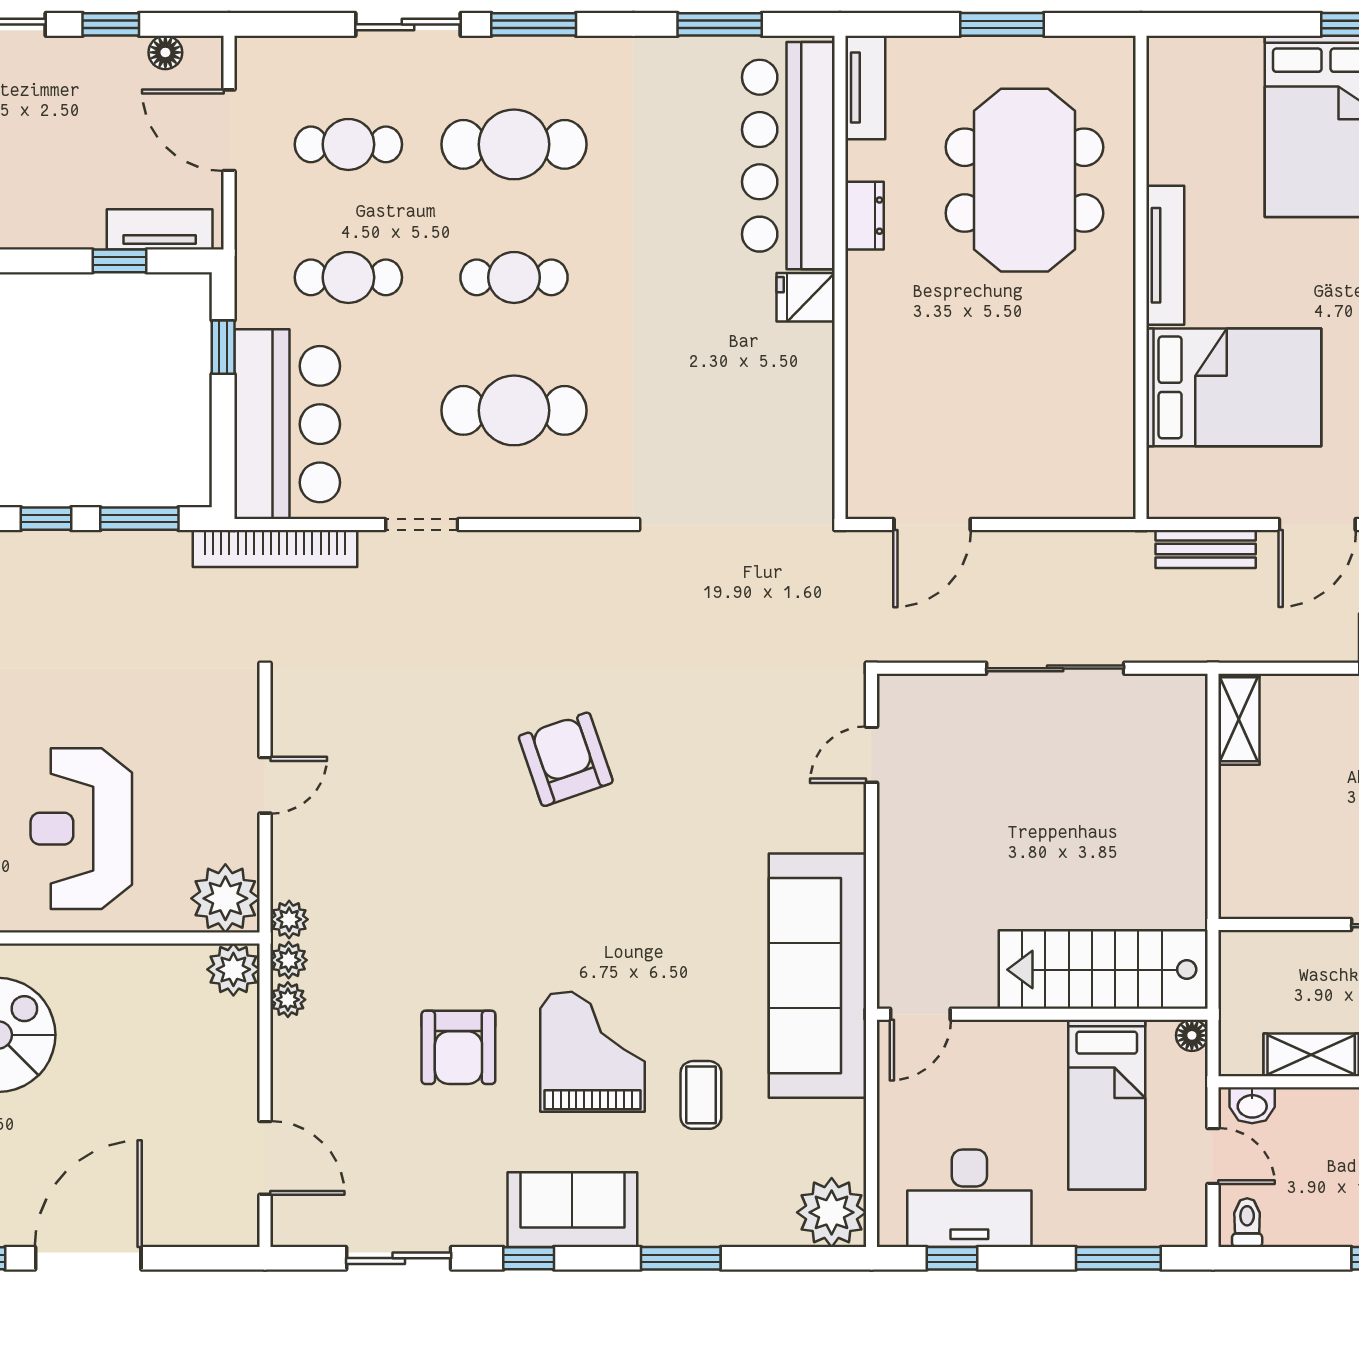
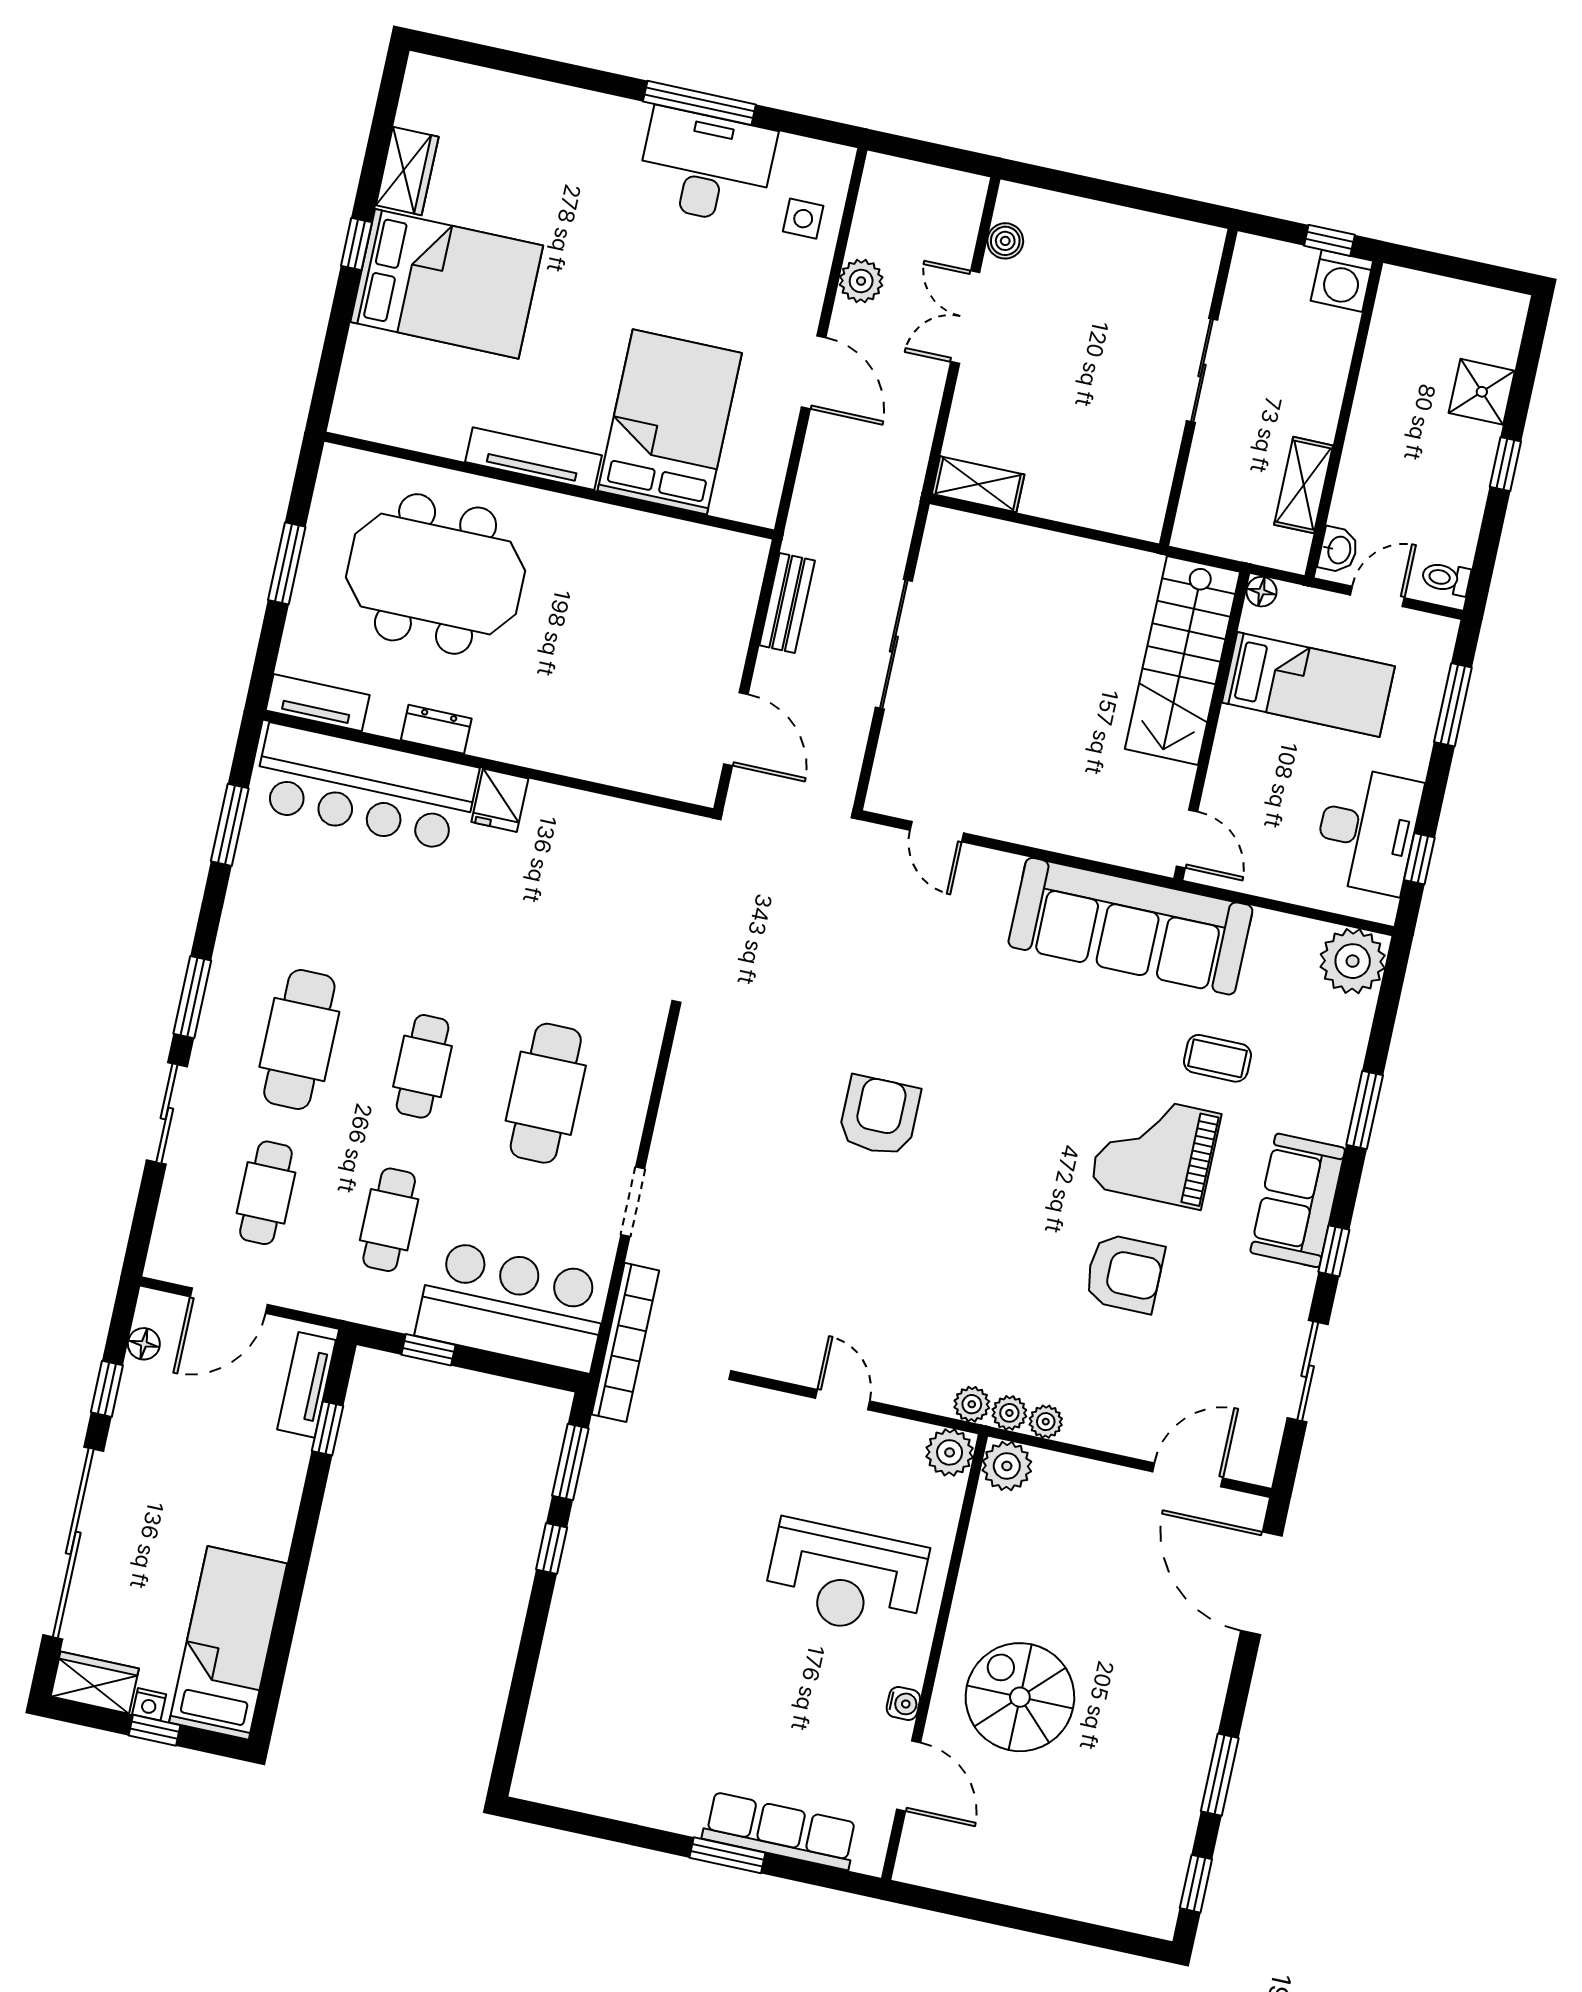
bench: (1206, 549) -> (787, 603), moved
armchair: (566, 759) -> (879, 1116), turned 109
plant: (225, 898) -> (950, 1452), width x0.73, depth x0.73
door: (88, 1258) -> (1261, 1583), moved

